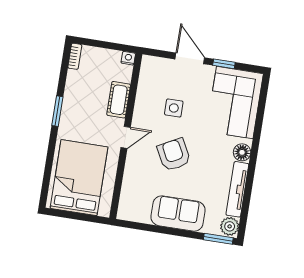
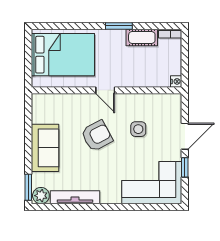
cot: (119, 100) -> (142, 37), moved
floor lamp: (242, 152) -> (109, 196), removed

